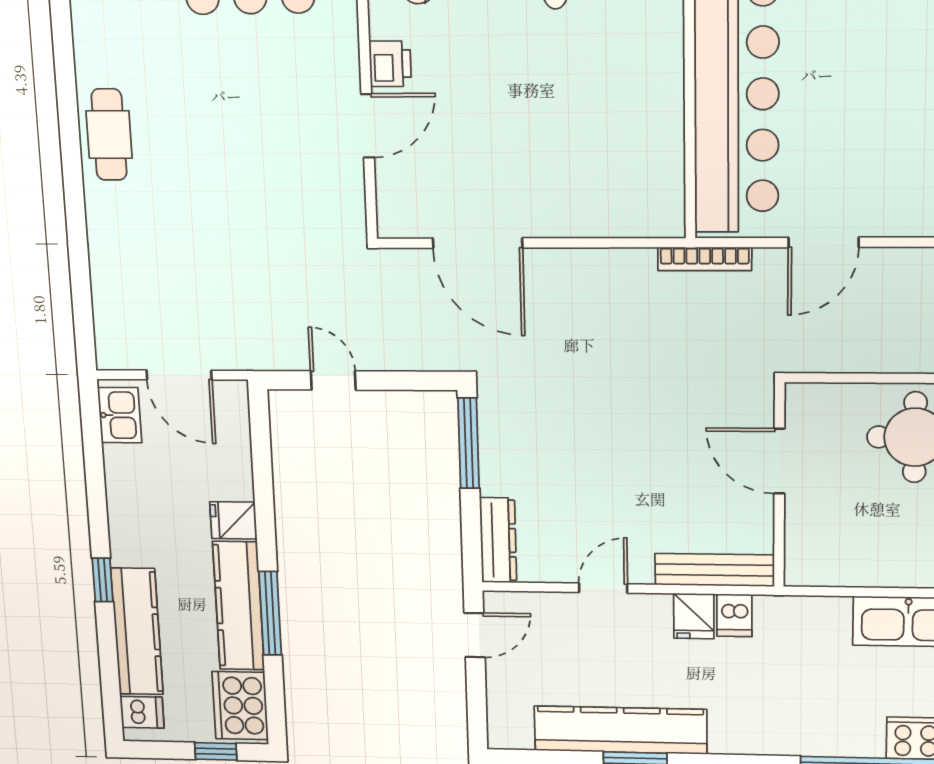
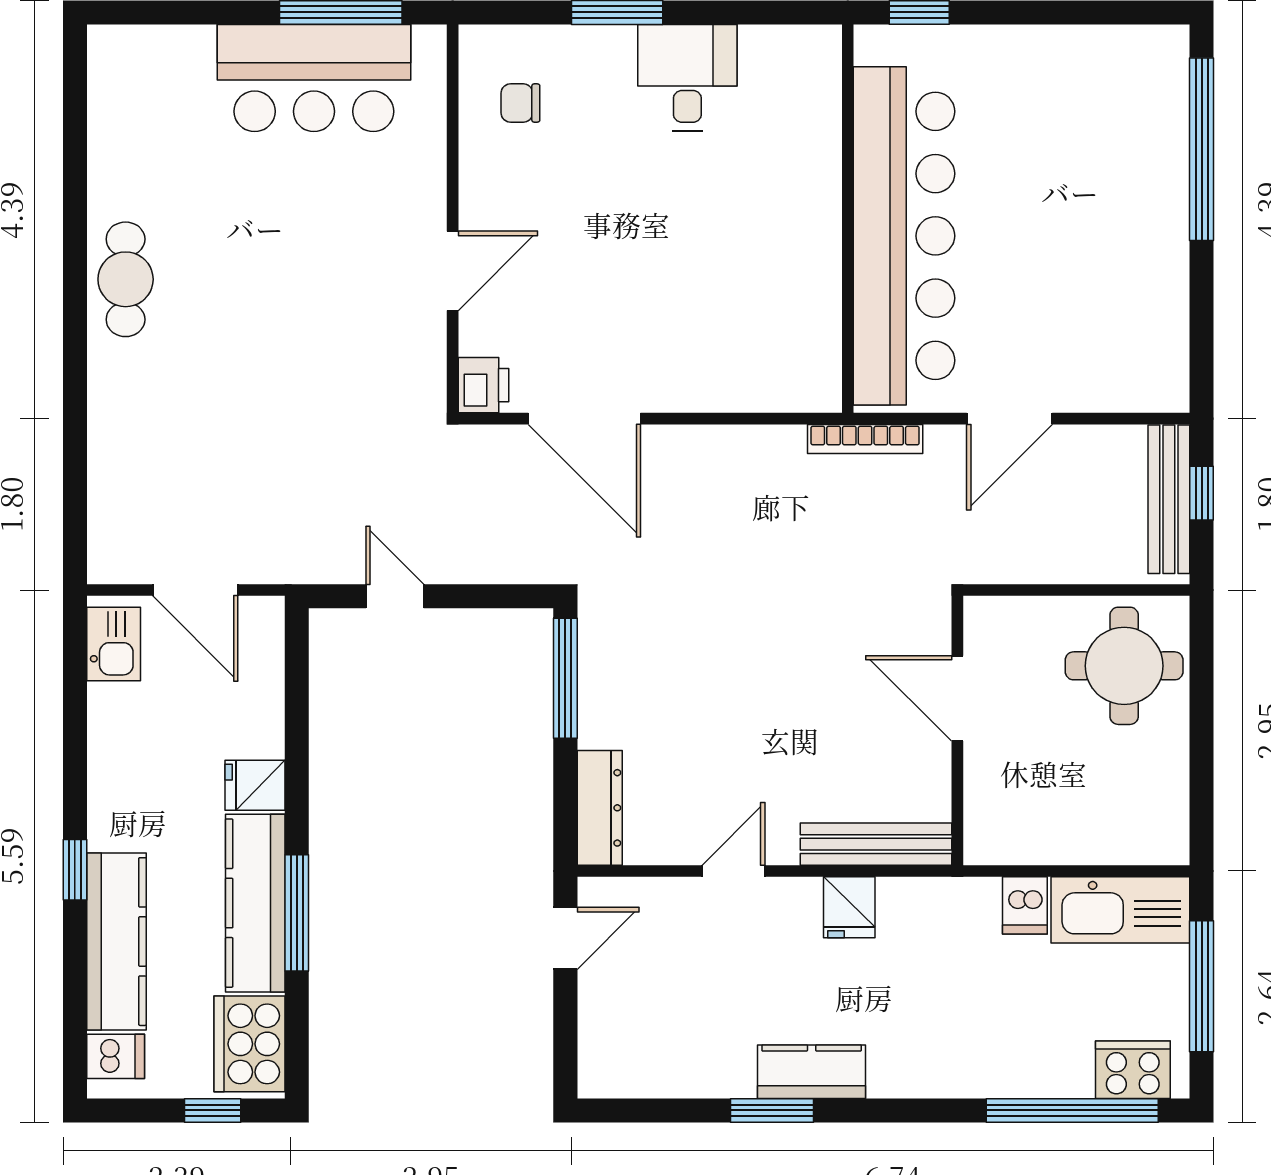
printer: (390, 64) -> (483, 385), moved
dishwasher: (734, 615) -> (1025, 905), moved
kitchen counter: (620, 730) -> (812, 1072), width x0.48, depth x0.86

